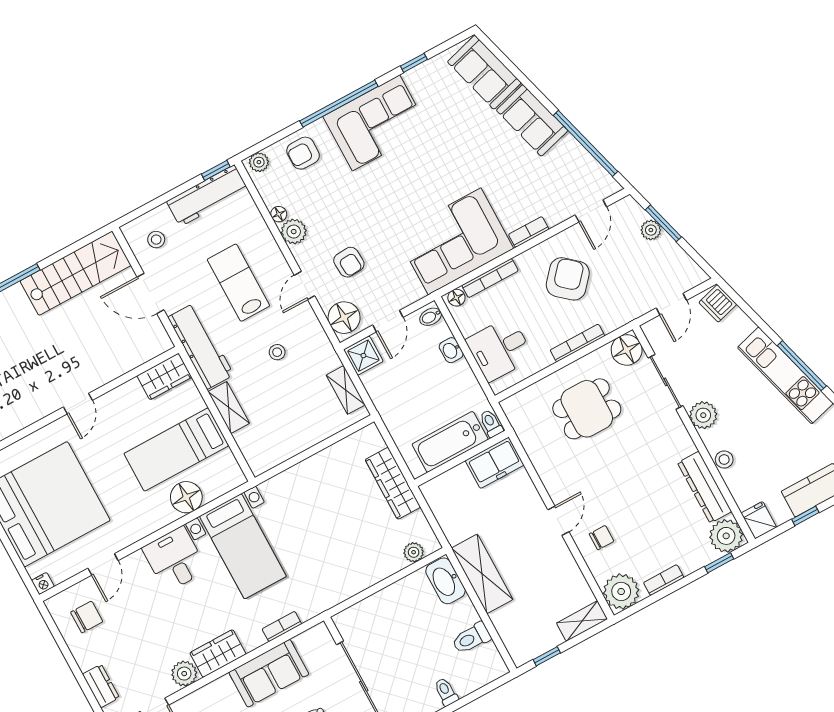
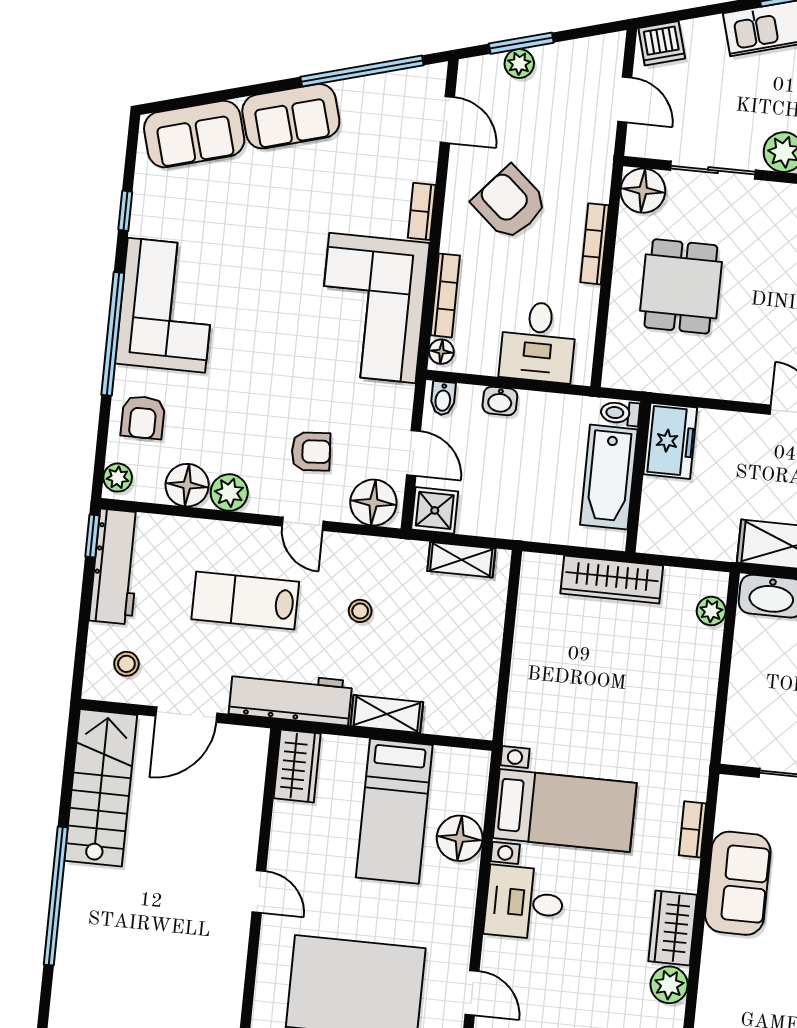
floor lamp: (279, 214) -> (187, 485), width x1.89, depth x1.89

